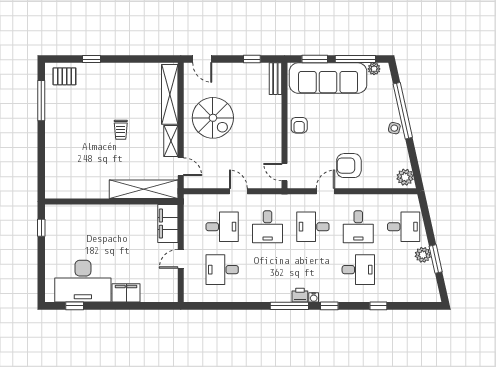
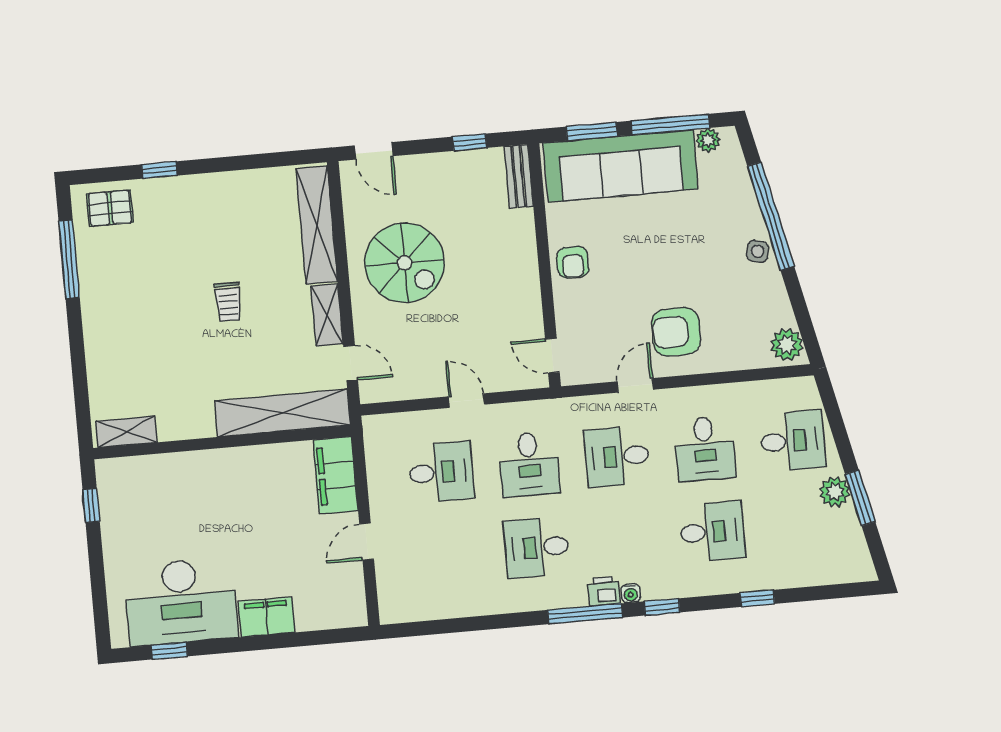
shelving: (63, 192) -> (126, 432), added
desk: (222, 270) -> (537, 547), moved

